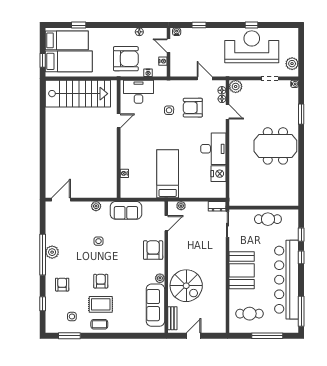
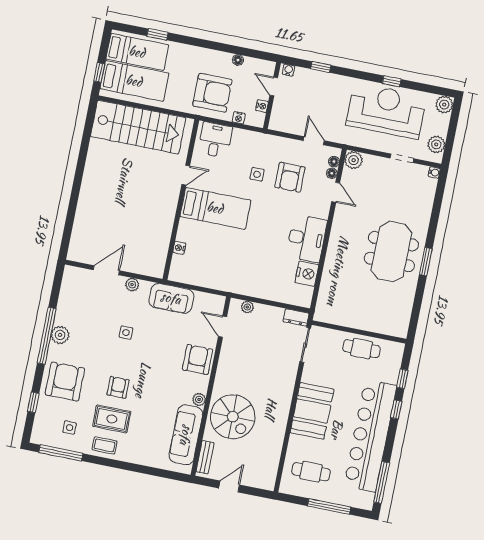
plant: (292, 34) -> (444, 105), added
desk: (139, 92) -> (215, 140), width x0.73
armchair: (193, 108) -> (290, 177), turned -90
window: (301, 114) -> (426, 262), moved
meeting table: (275, 146) -> (391, 252), turned 90
bed: (168, 174) -> (215, 208), moved, turned 90
door: (61, 200) -> (106, 270), moved
door: (166, 223) -> (223, 327), swing flipped
armchair: (62, 285) -> (65, 382), width x1.88, depth x1.88
window: (69, 336) -> (61, 453), width x1.44

